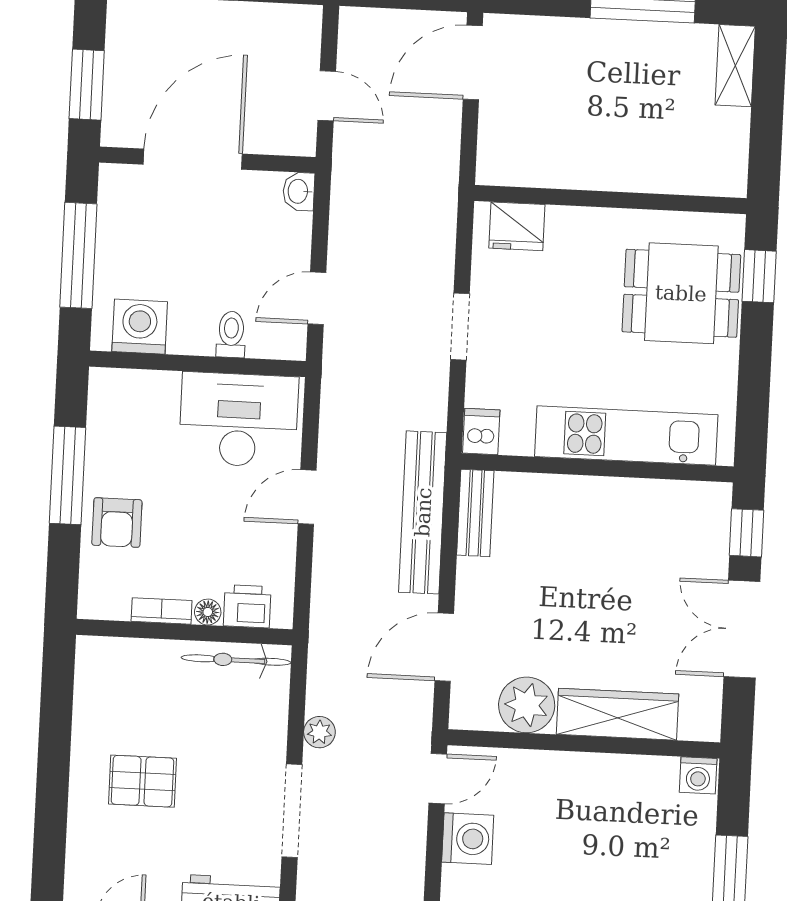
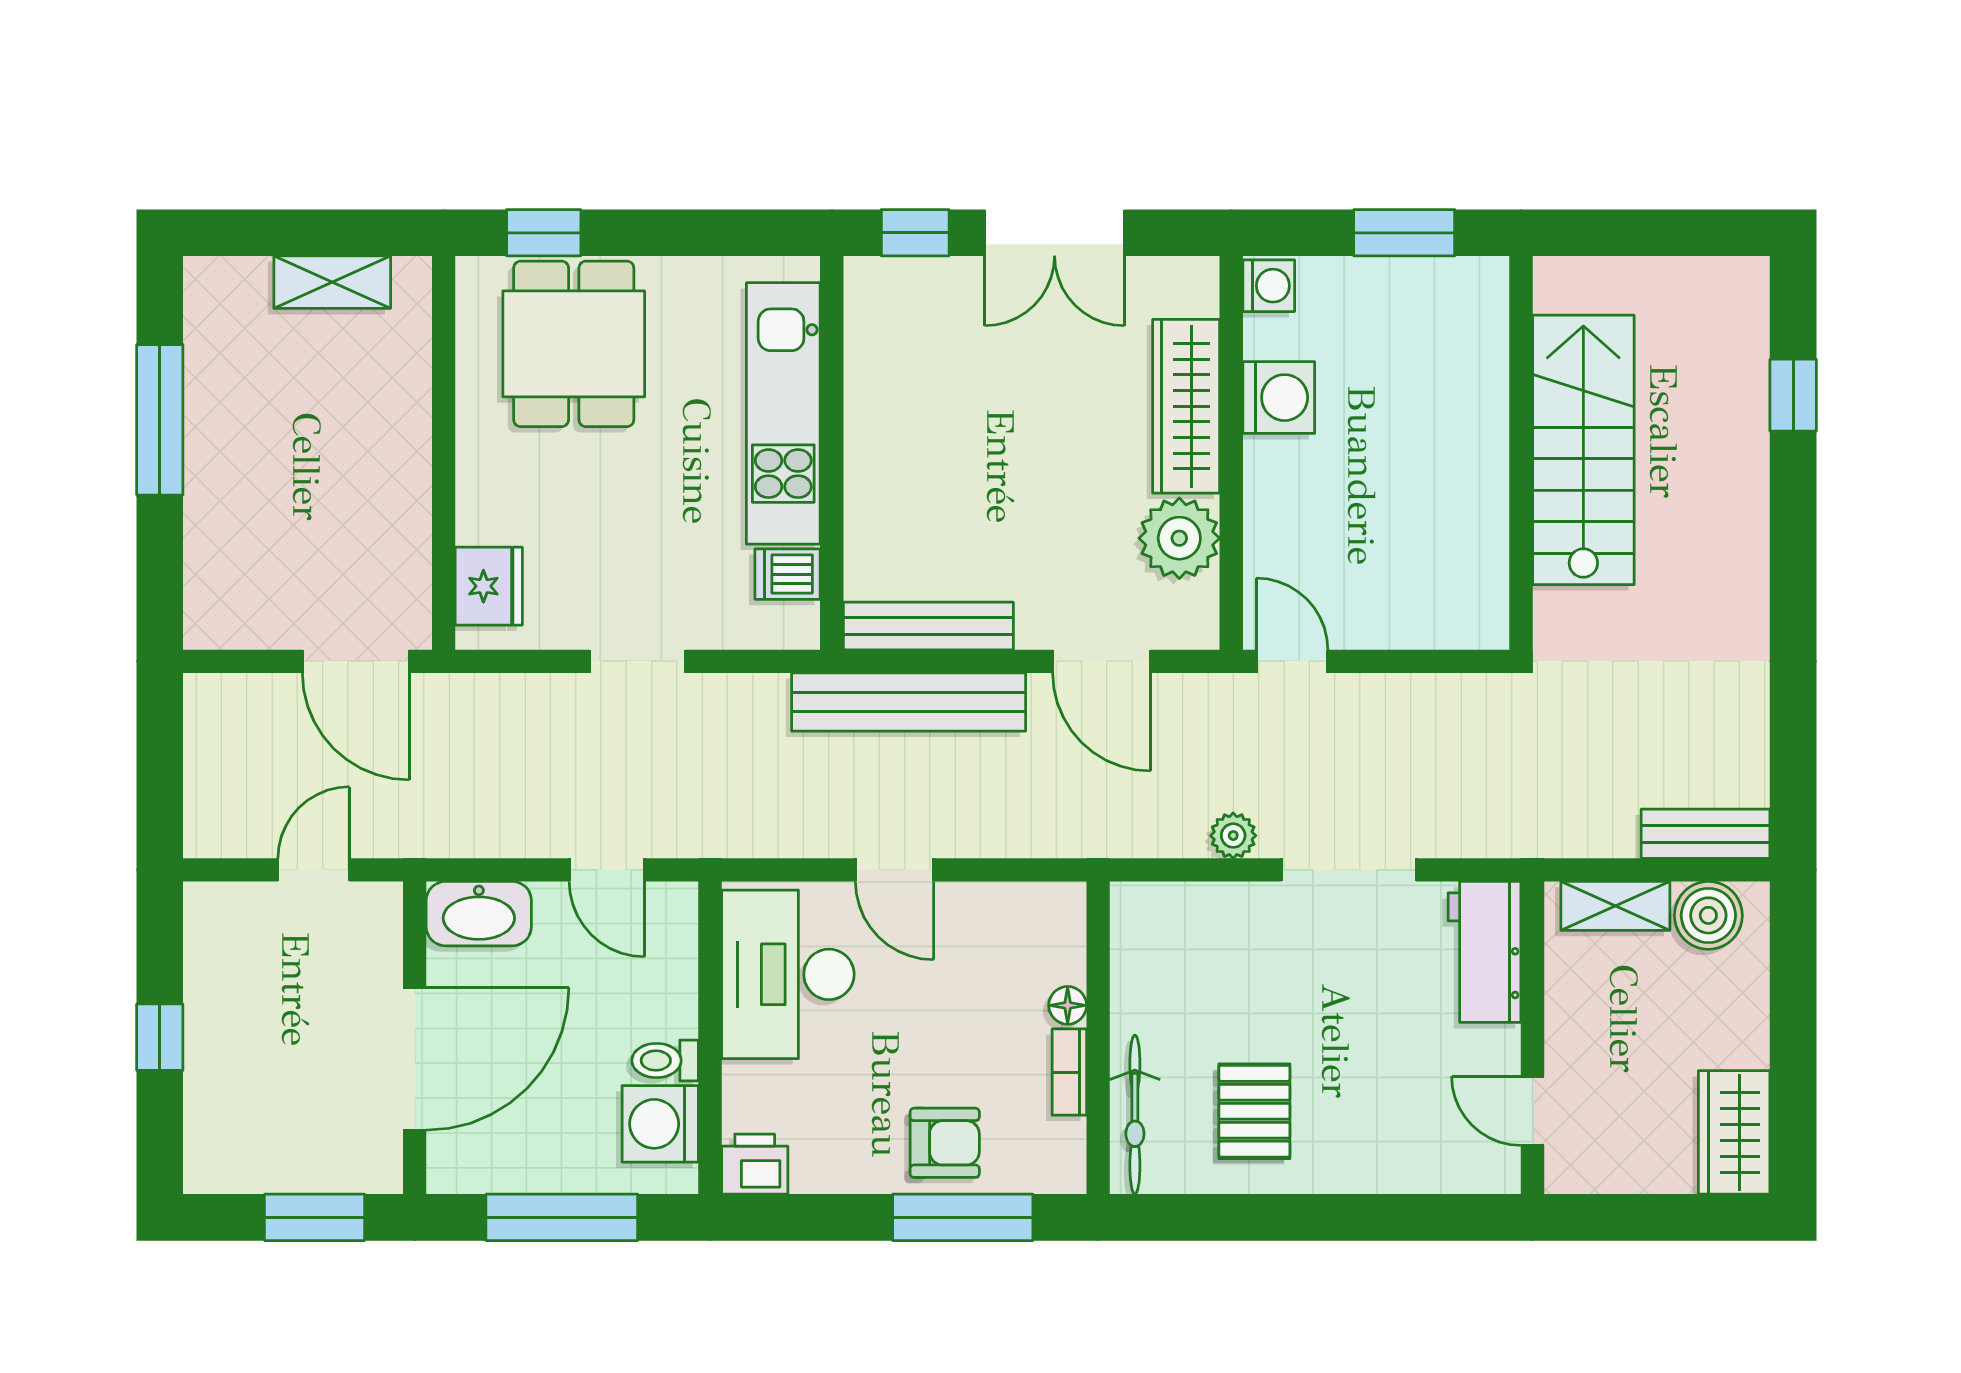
door: (473, 62) -> (356, 661), moved
shelving: (735, 66) -> (332, 282), moved
door: (193, 159) -> (415, 1059), swing flipped
washbasin: (299, 191) -> (479, 914), width x1.91, depth x1.45
toilet: (231, 334) -> (665, 1061), moved
dishwasher: (481, 431) -> (788, 574), moved
window: (68, 475) -> (963, 1217), moved
bench: (475, 513) -> (928, 626), width x1.36
printer: (247, 606) -> (755, 1164), moved, turned 90
bicycle: (236, 660) -> (1135, 1115), moved
pallet: (143, 781) -> (1254, 1111), moved
washing machine: (468, 839) -> (1279, 398), moved, turned 90

